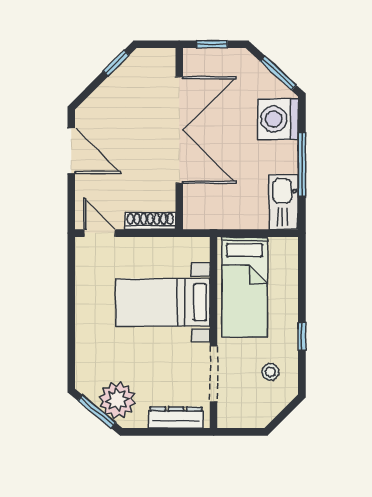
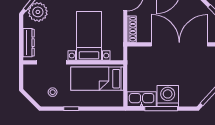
washing machine: (278, 119) -> (168, 96), moved
double door: (179, 130) -> (179, 44), swing flipped

